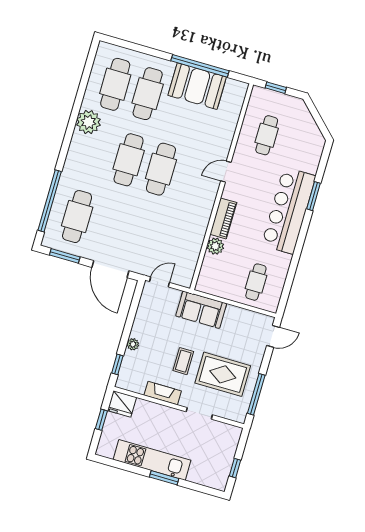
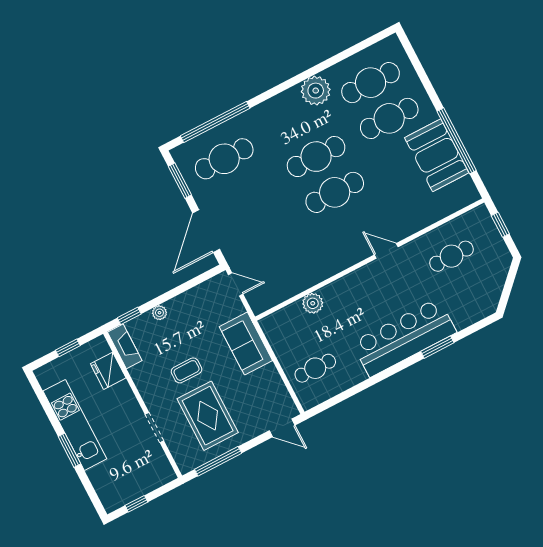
piano: (223, 218) -> (343, 287), removed
fireplace: (163, 393) -> (125, 346), moved
fridge: (122, 404) -> (108, 371), moved

